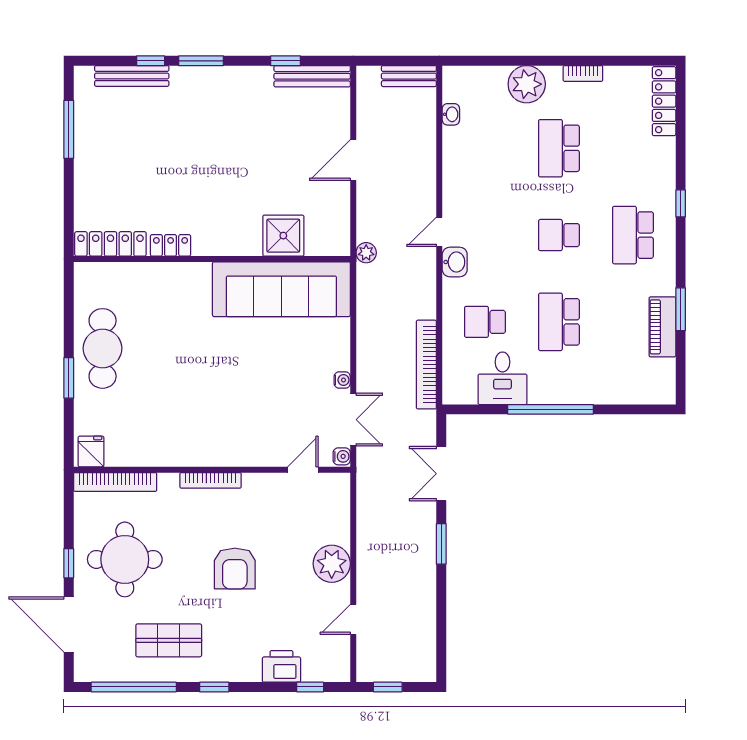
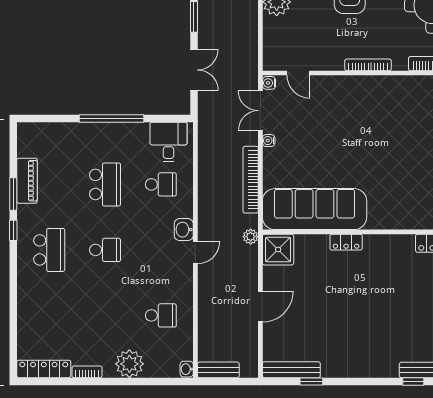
window: (201, 61) -> (375, 381), removed
locker: (664, 101) -> (44, 369), moved, turned -90
washbasin: (451, 114) -> (187, 369), moved
school desk: (559, 148) -> (161, 315), moved, width x0.54
window: (681, 203) -> (13, 230), moved
shower: (283, 236) -> (278, 250), moved
locker: (171, 245) -> (346, 242), moved
bookcase: (426, 365) -> (251, 180), moved, turned 180
desk: (503, 378) -> (169, 142), moved
door: (303, 470) -> (298, 73), hinge flipped

